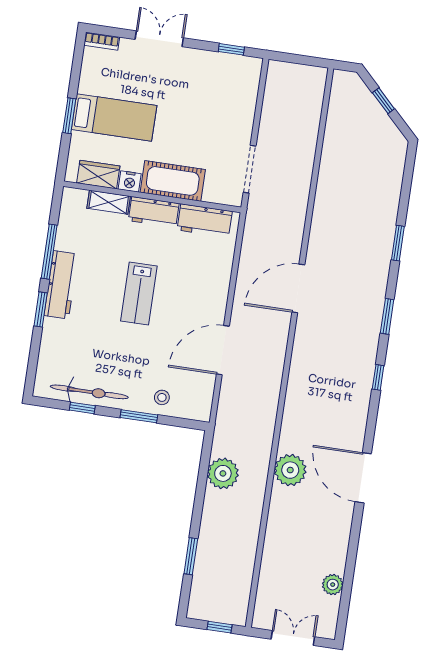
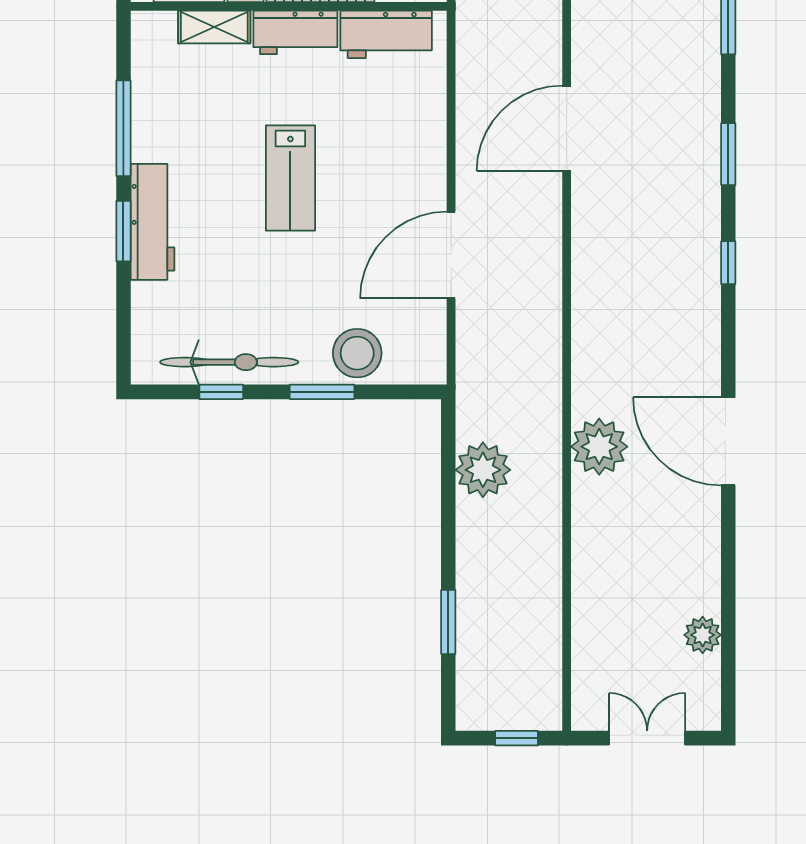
workbench: (61, 285) -> (152, 222), moved
stool: (162, 397) -> (357, 353), width x1.89, depth x1.89

